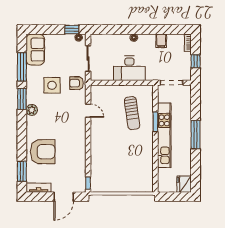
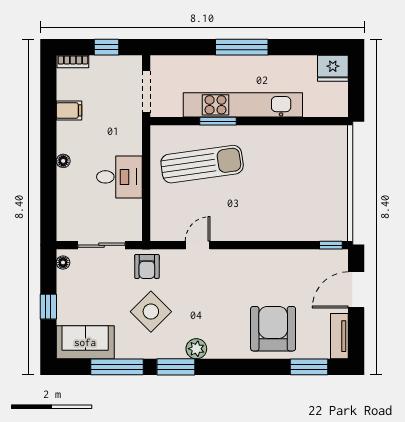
window: (72, 30) -> (48, 307), moved
desk: (129, 68) -> (119, 177), width x0.73
side table: (52, 85) -> (151, 312), turned 45
sun lounger: (132, 113) -> (202, 164), width x1.36, depth x1.34
door: (64, 197) -> (356, 290), swing flipped

